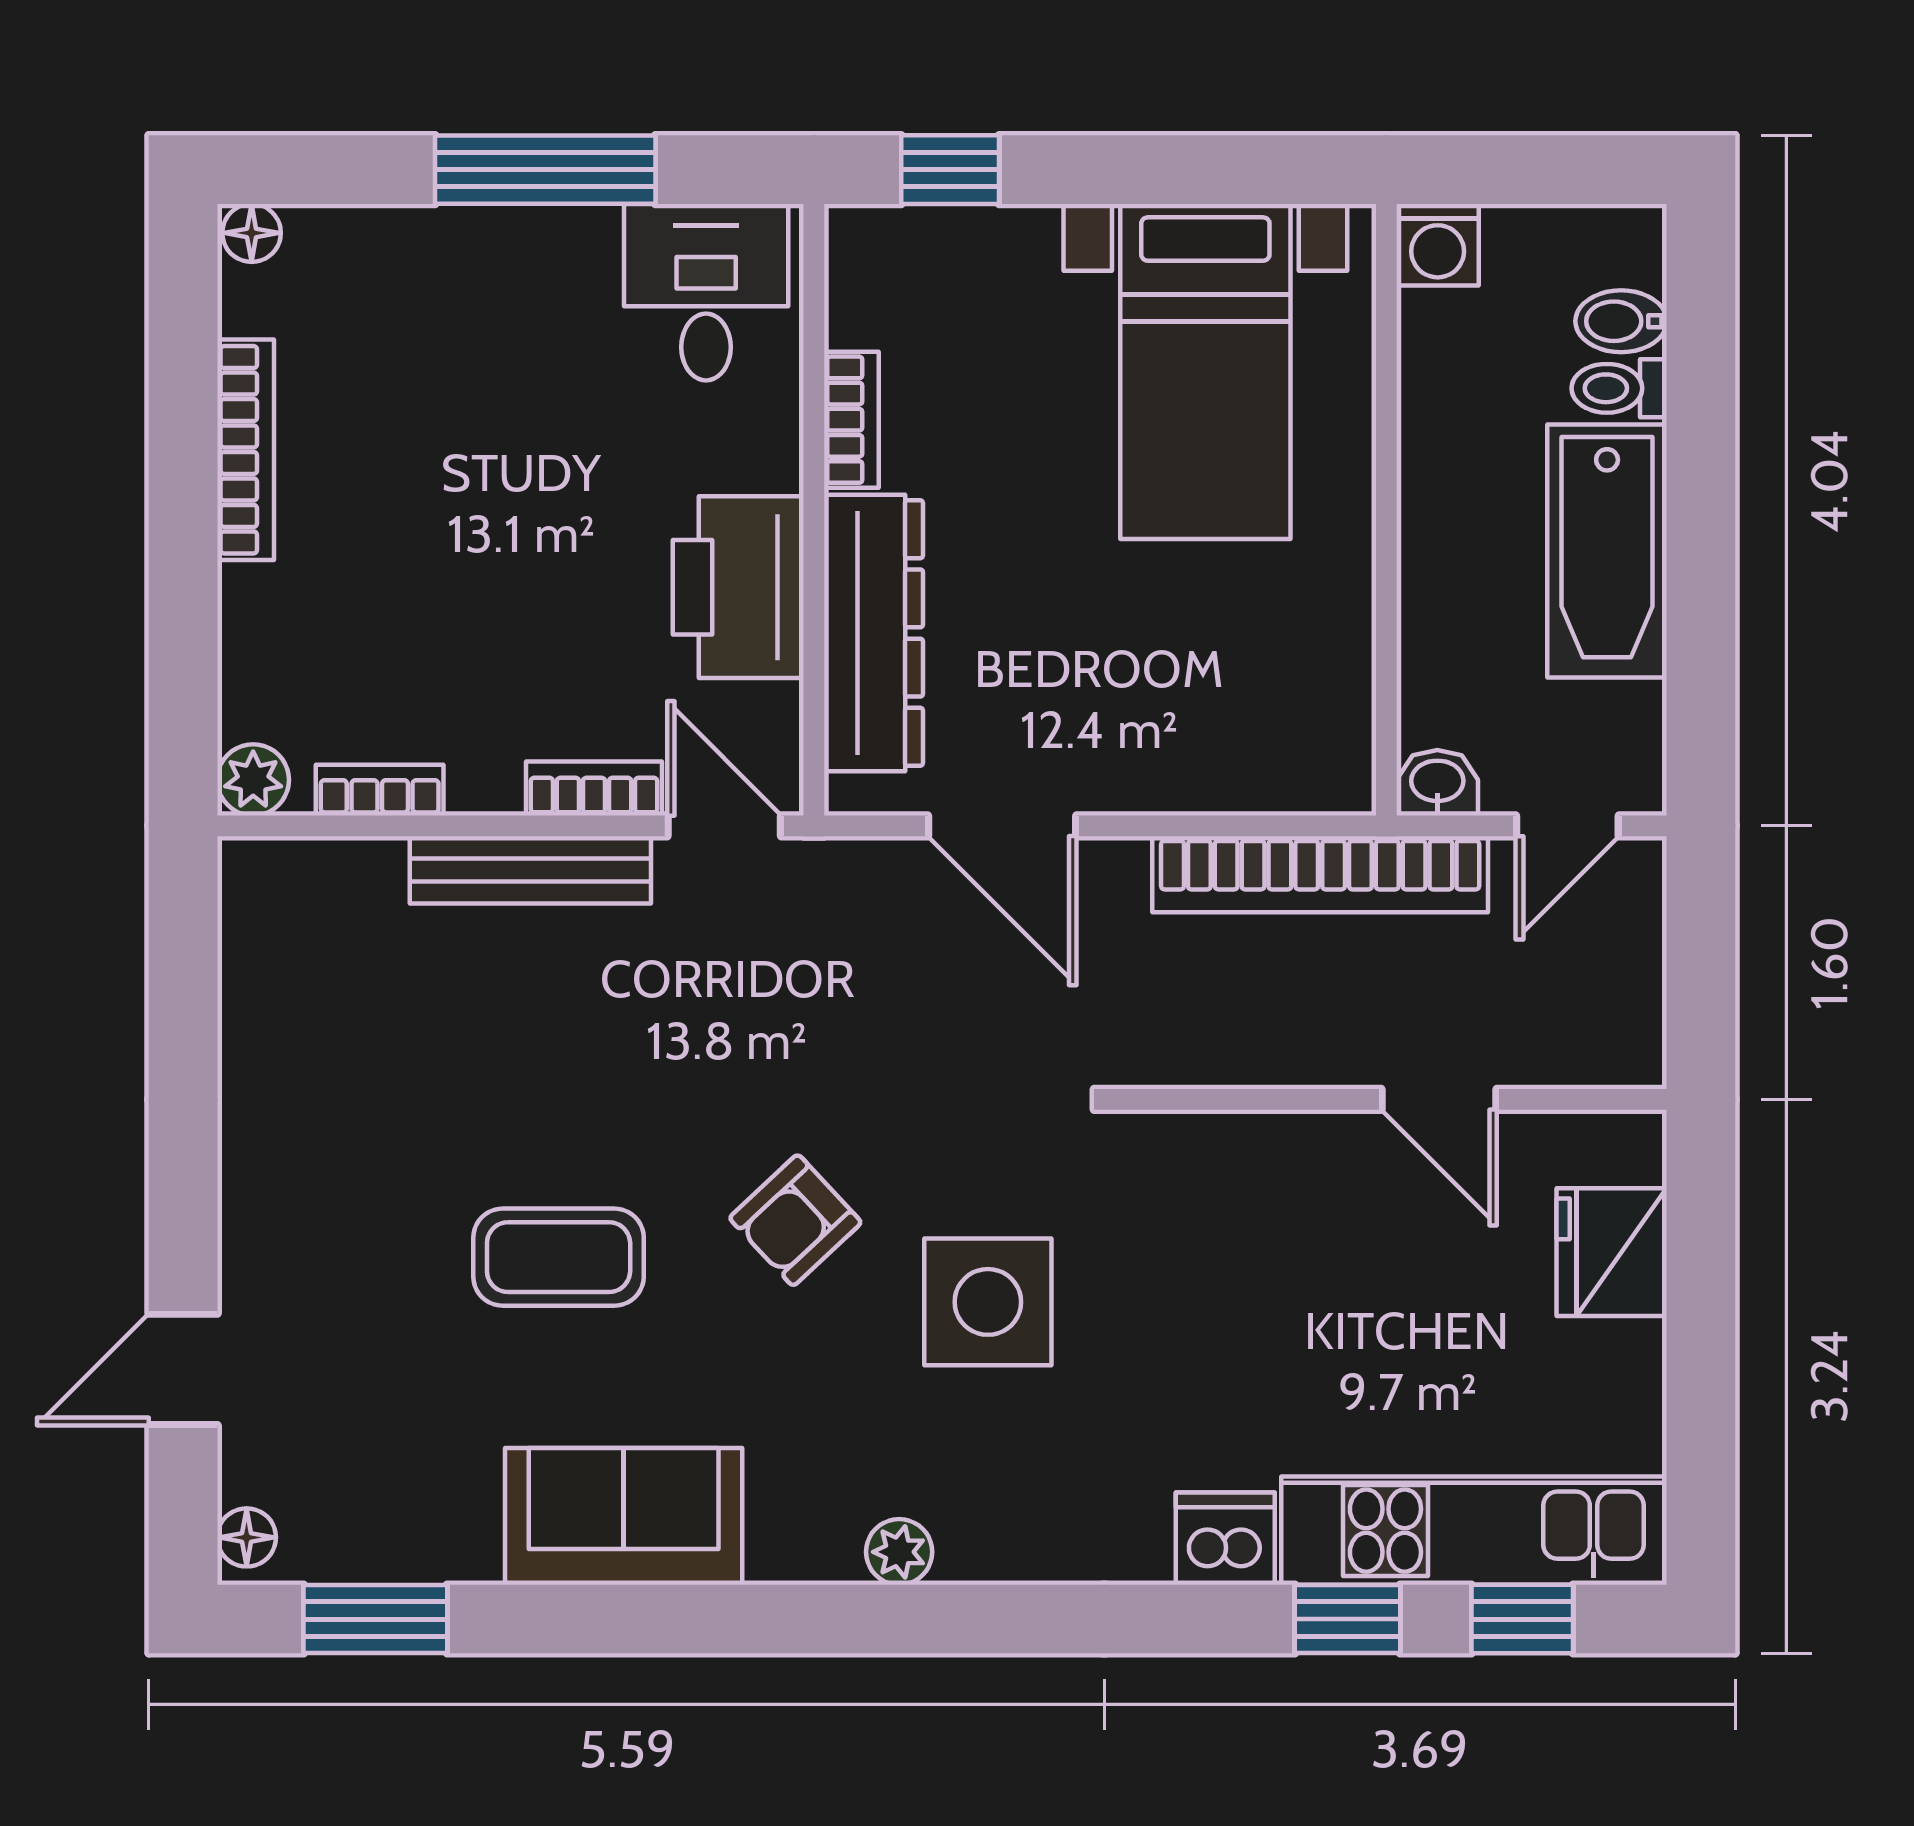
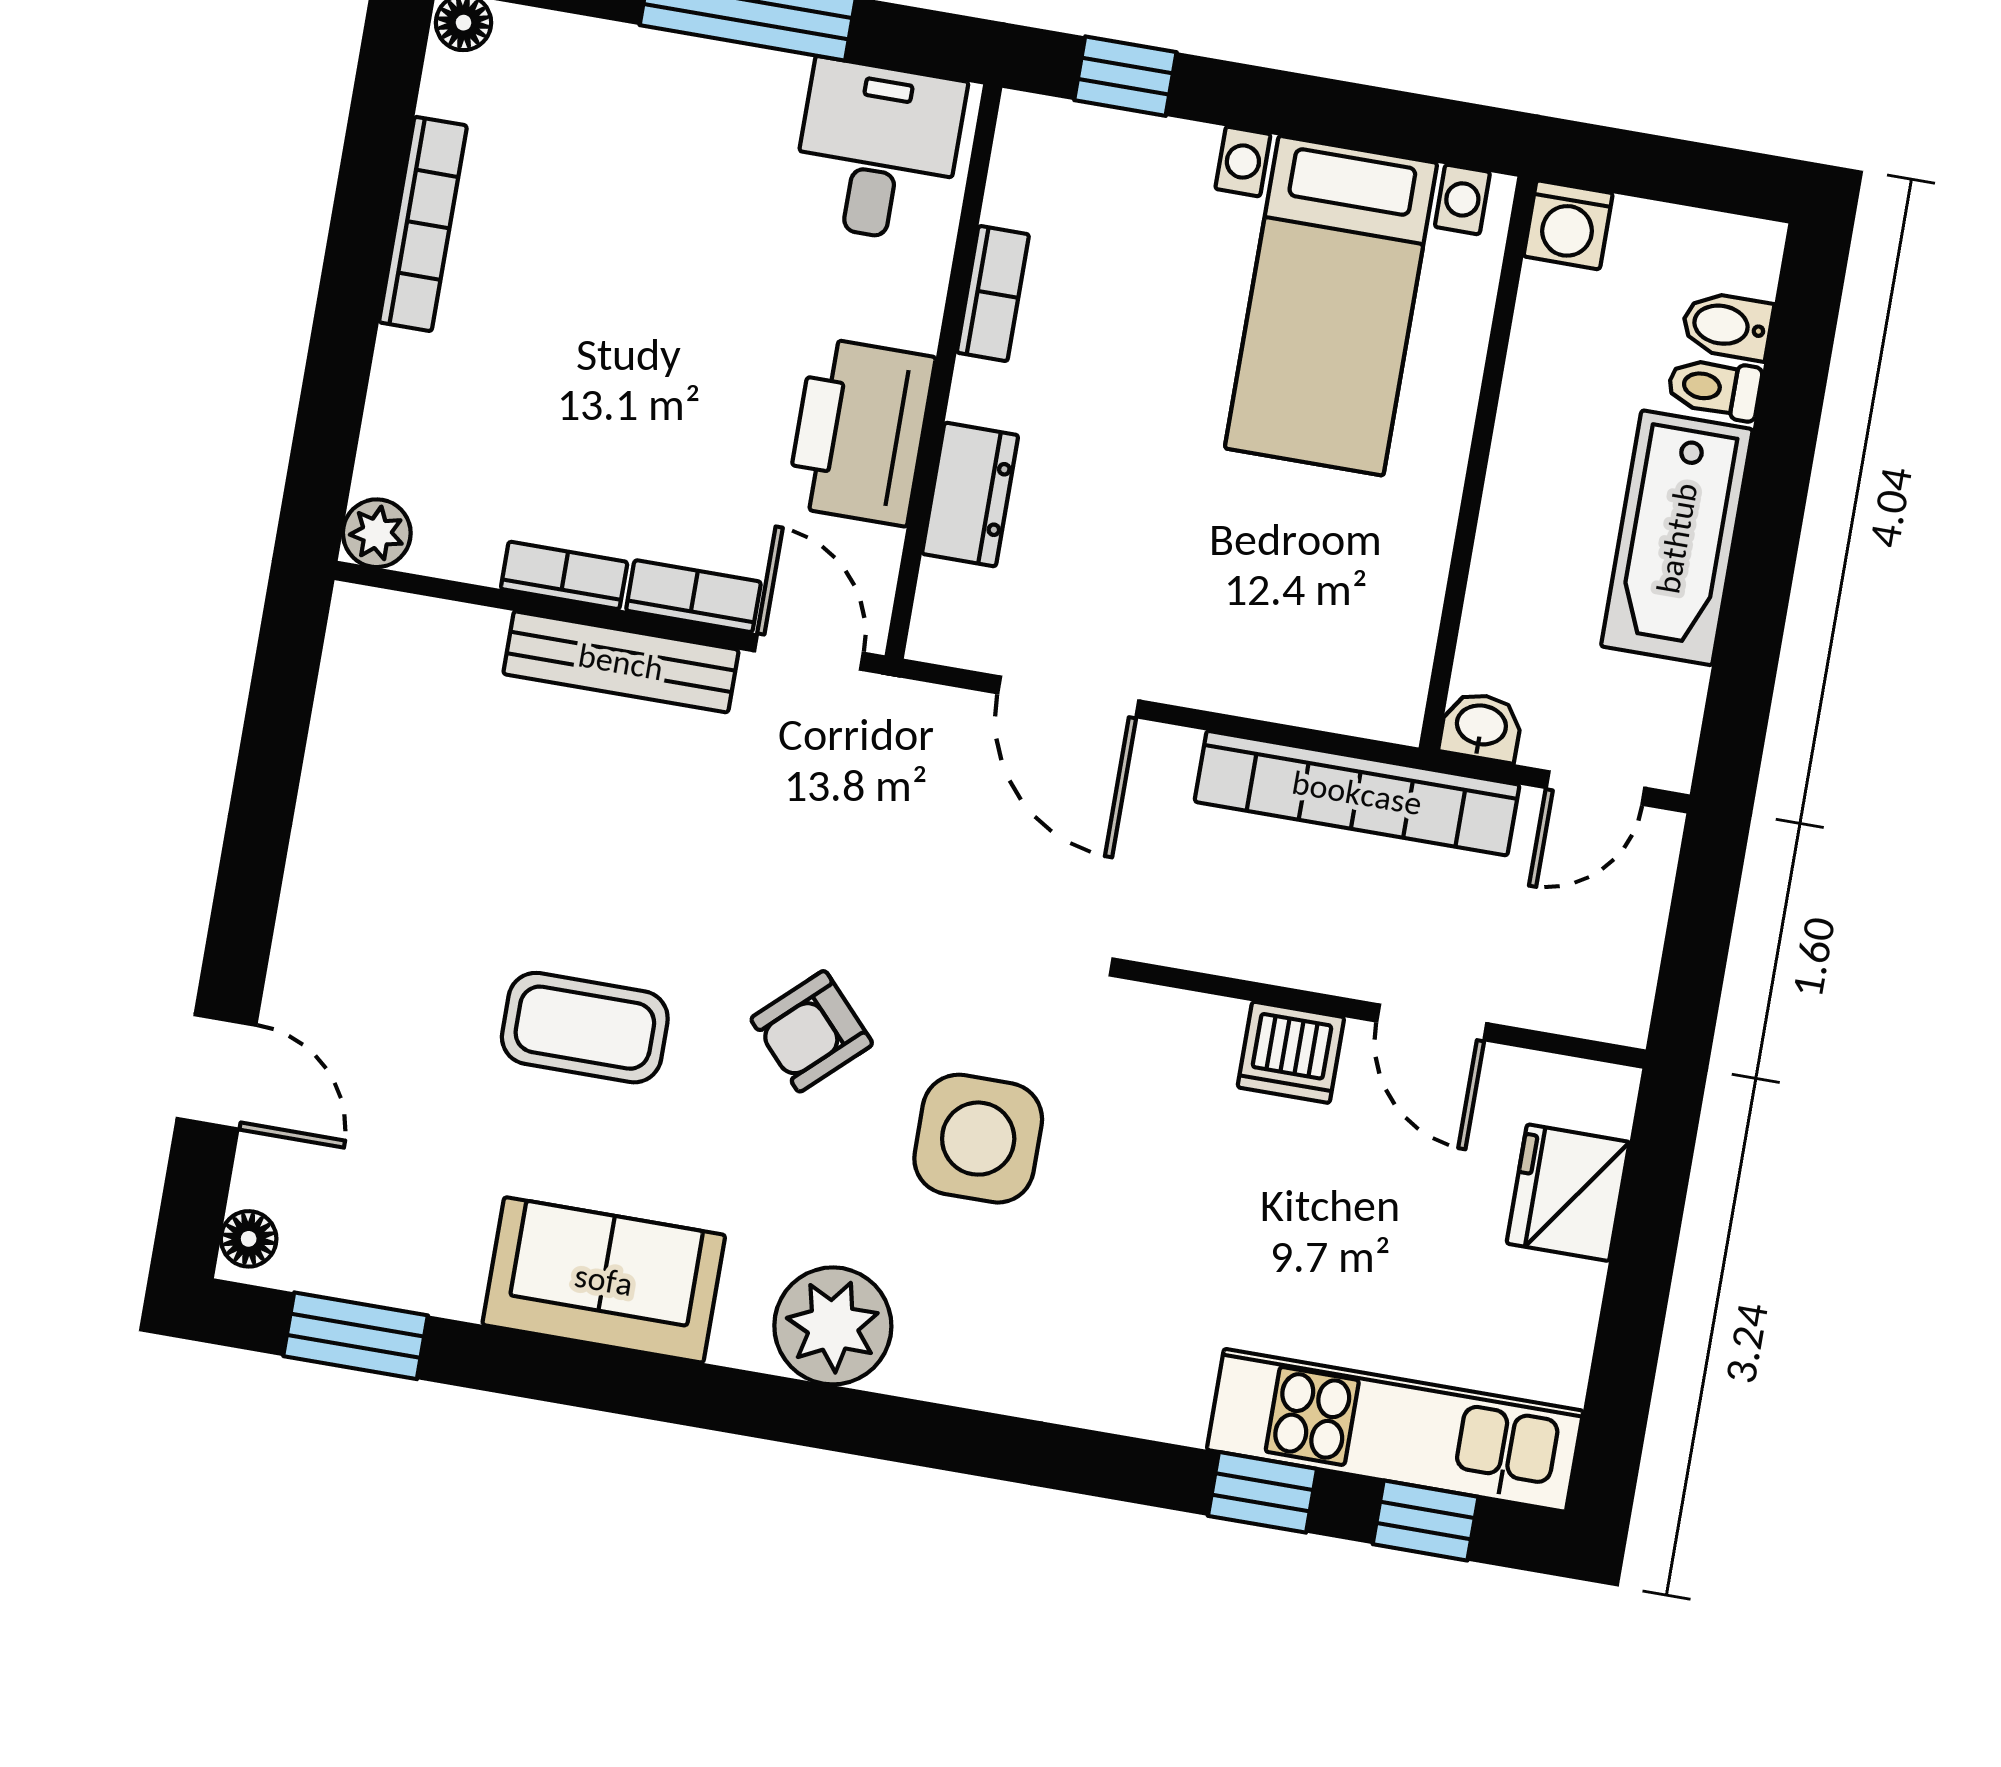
dresser: (873, 633) -> (970, 495), width x0.51, depth x0.80
bookcase: (380, 790) -> (564, 575), moved
door: (183, 1369) -> (217, 1072), swing flipped
dishwasher: (1225, 1539) -> (1291, 1052), moved, turned 180
plant: (899, 1552) -> (833, 1326), width x1.88, depth x1.88

